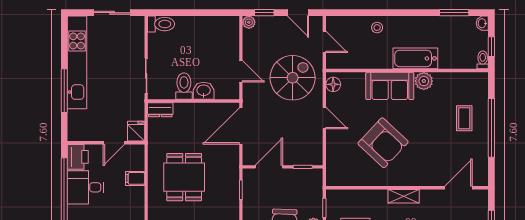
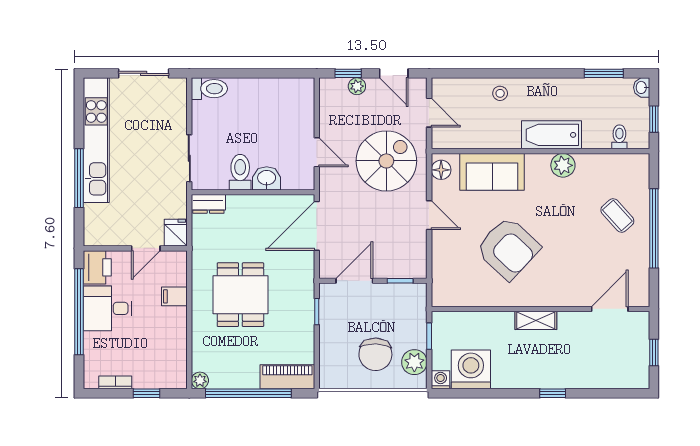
plant: (249, 22) -> (357, 86), moved
toilet: (483, 60) -> (619, 137), moved
sofa: (390, 86) -> (492, 172), moved
coffee table: (464, 118) -> (617, 215), turned -42

